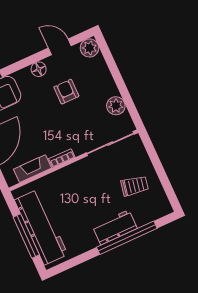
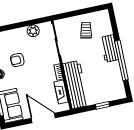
workbench: (41, 227) -> (76, 85), moved, turned 90
window: (26, 236) -> (103, 105), width x0.46
window: (127, 238) -> (121, 60), moved

